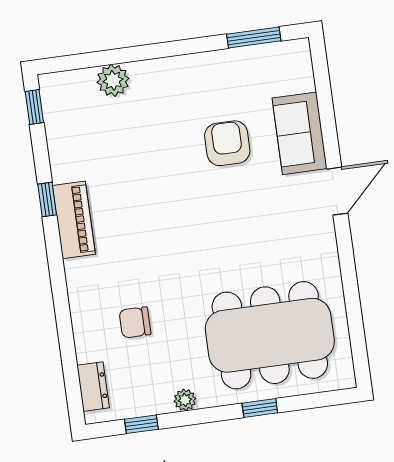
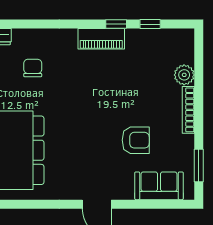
bookcase: (168, 66) -> (188, 110), added
window: (34, 107) -> (150, 24), moved
sofa: (300, 133) -> (159, 186), moved

